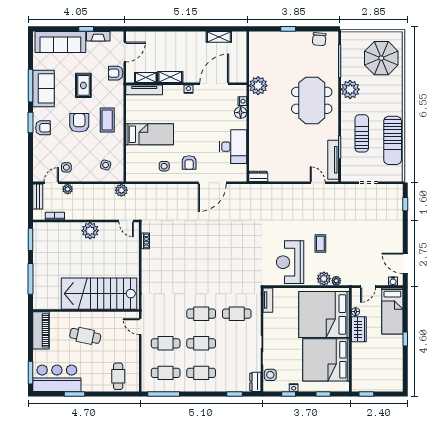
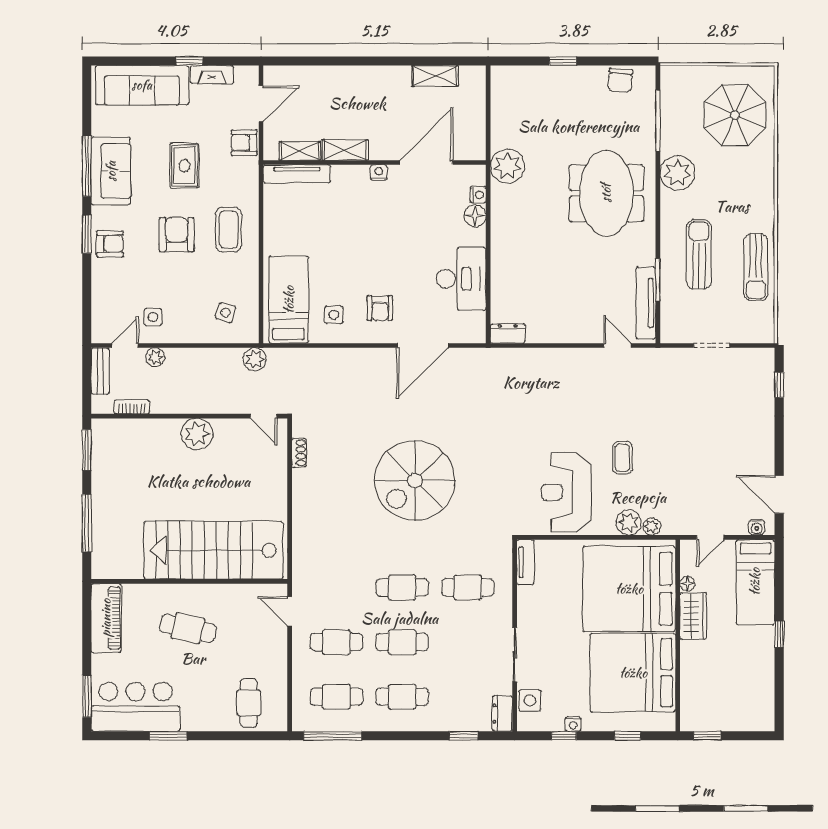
bed: (150, 134) -> (289, 300), moved, turned -90
sun lounger: (393, 140) -> (756, 267), width x0.73, depth x0.75
spiral stairs: (208, 256) -> (415, 480), added

